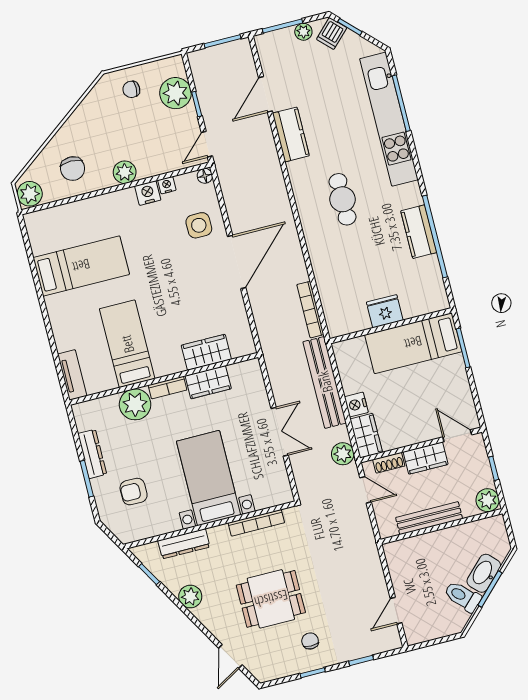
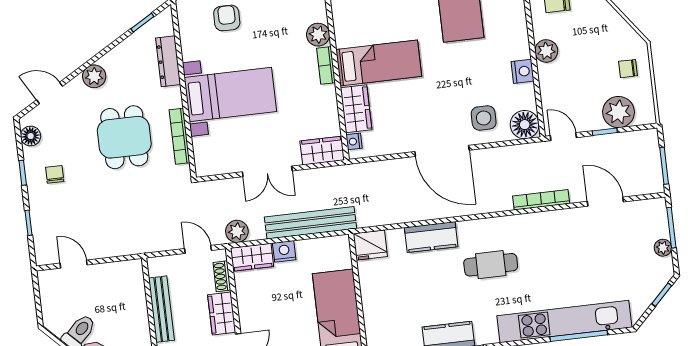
dishwasher: (332, 34) -> (657, 276), removed
chair: (131, 89) -> (628, 69), turned -90
kitchen counter: (291, 134) -> (431, 237), moved
floor lamp: (205, 176) -> (525, 125), width x1.89, depth x1.89
nightstand: (167, 185) -> (354, 141), moved, turned 180
bookcase: (310, 310) -> (541, 200), moved
fridge: (385, 311) -> (370, 245), moved, turned 90
bed: (127, 344) -> (379, 63), moved
wardrobe: (208, 382) -> (322, 151), moved, turned 90
plant: (135, 404) -> (318, 35), width x0.73, depth x0.73
door: (366, 490) -> (198, 249), swing flipped
plant: (190, 597) -> (94, 76), moved
dining table: (271, 599) -> (124, 137), moved
chair: (310, 641) -> (55, 174), turned -90
floor lamp: (275, 670) -> (31, 136), added

